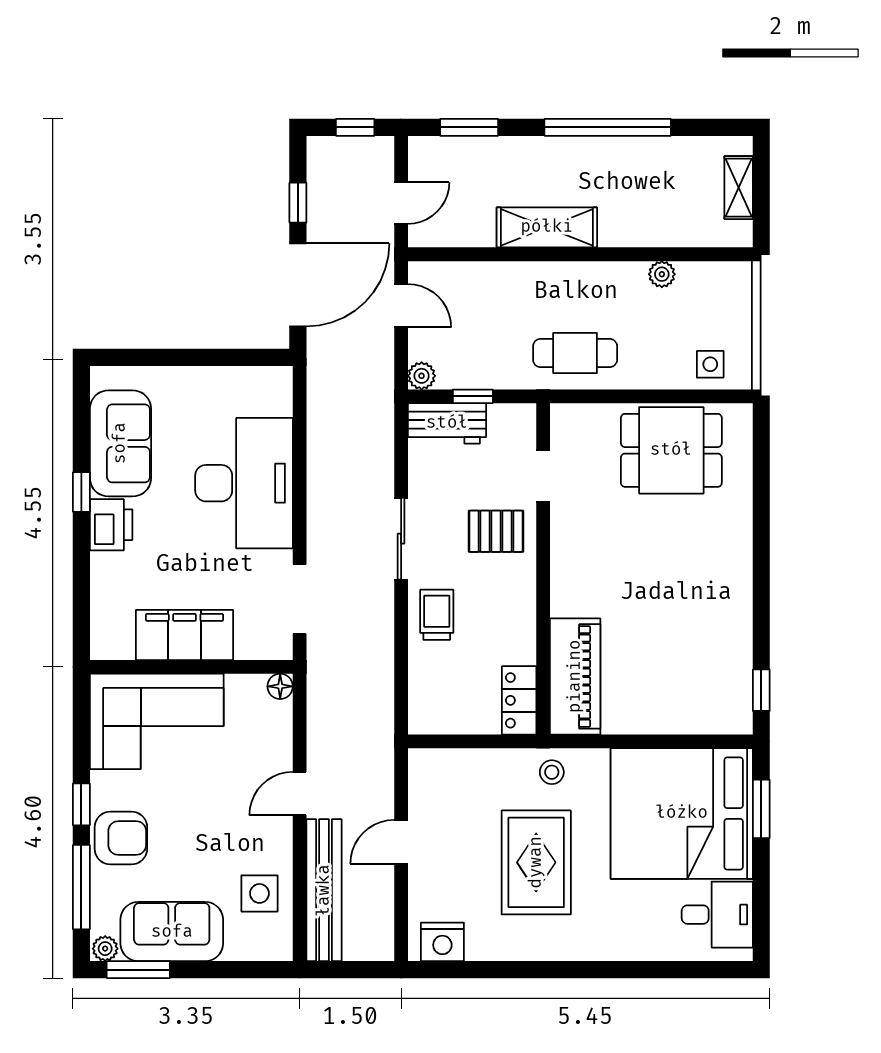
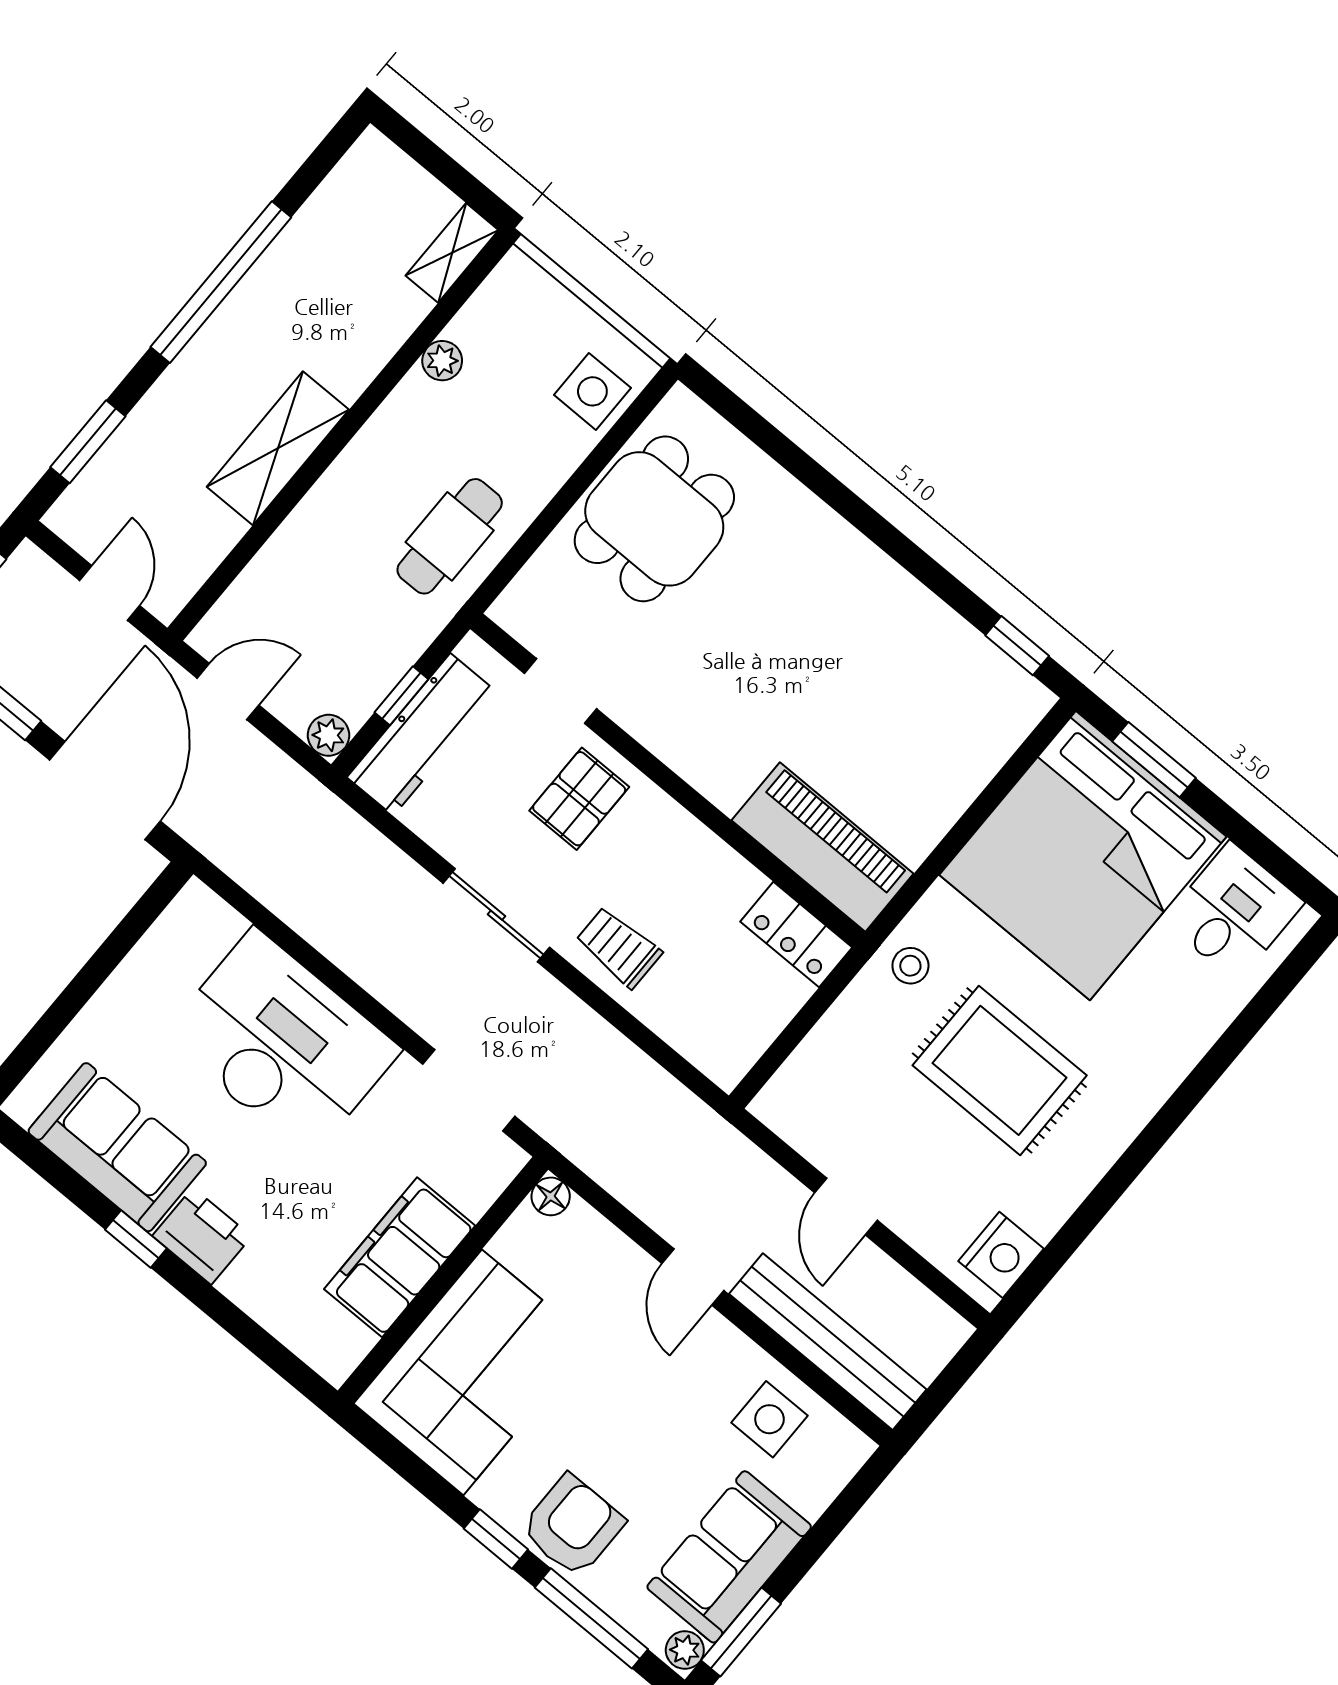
shelving: (739, 188) -> (452, 253), moved, turned 90
side table: (710, 364) -> (592, 391), width x1.37, depth x1.37
workbench: (447, 423) -> (422, 735), width x1.38

